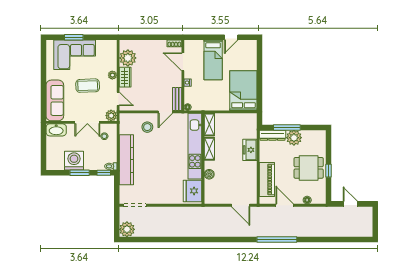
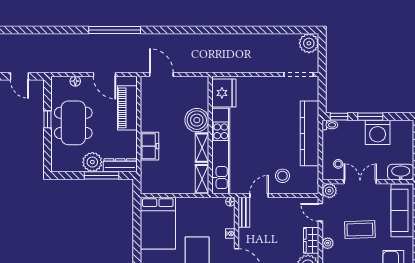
dining table: (309, 168) -> (73, 123), width x1.38
boiler: (209, 174) -> (197, 120), width x1.86, depth x1.86

